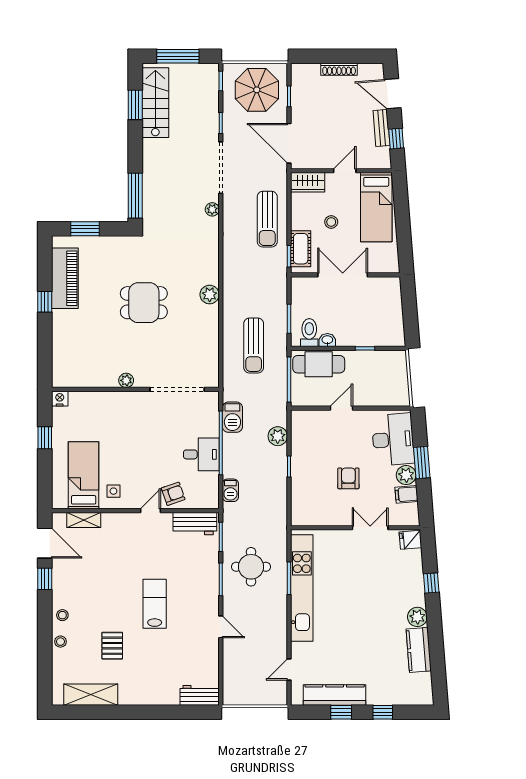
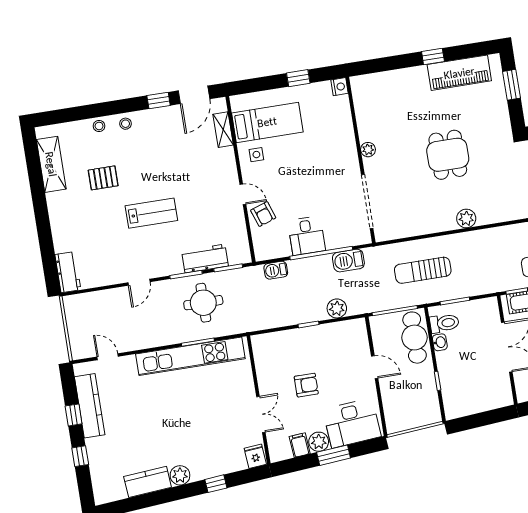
workbench: (195, 524) -> (205, 259), moved, turned 90

